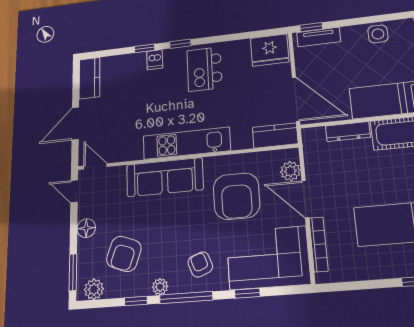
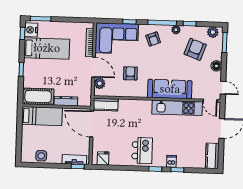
fridge: (270, 50) -> (103, 158), width x0.53, depth x0.75
kitchen unit: (187, 143) -> (177, 108), moved
armchair: (236, 196) -> (130, 73), width x0.53, depth x0.53

